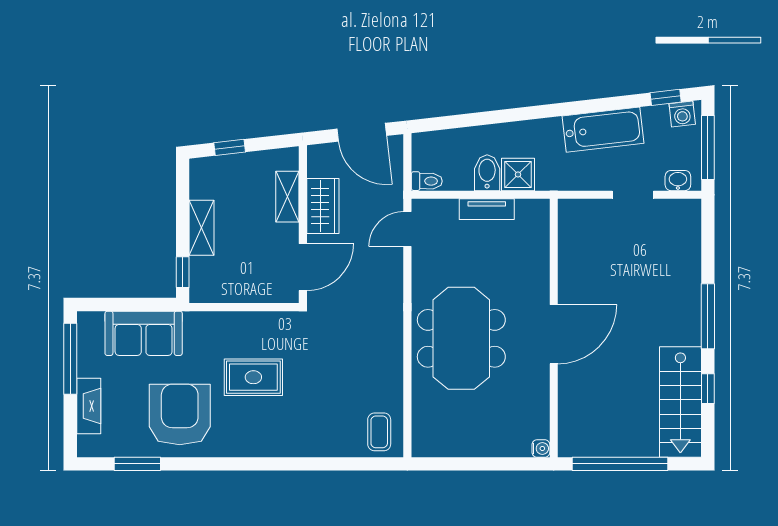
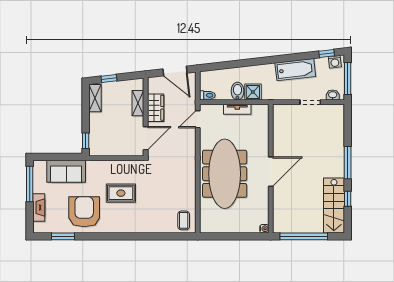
shelving: (202, 228) -> (95, 98), moved
meeting table: (461, 338) -> (225, 174), width x1.36

